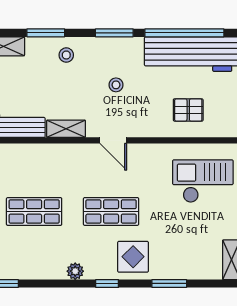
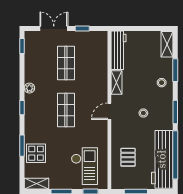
display table: (133, 257) -> (36, 153), moved

